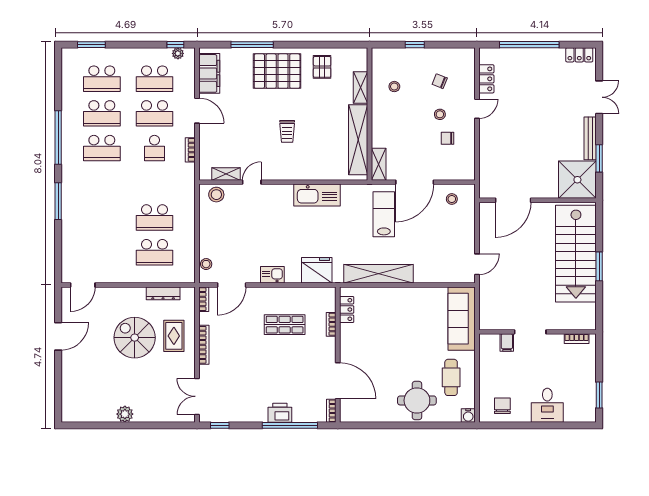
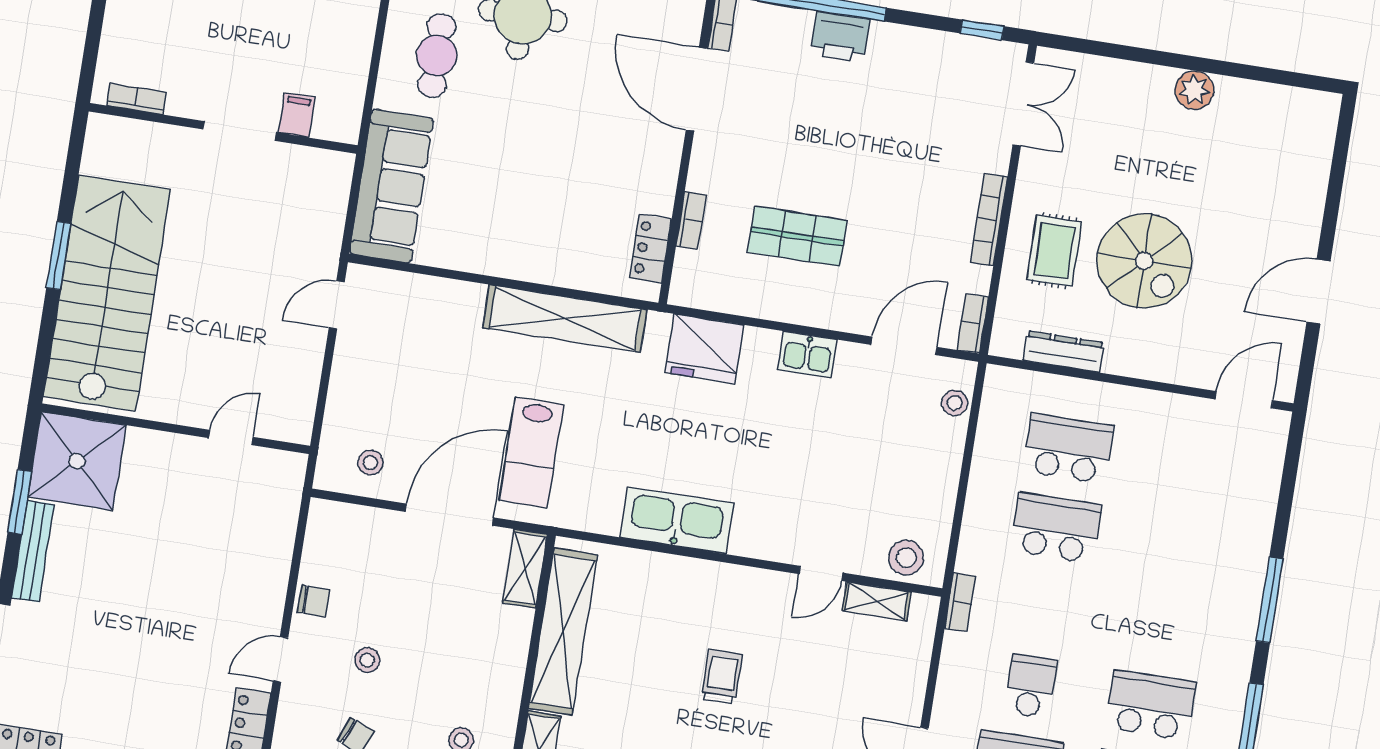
chair: (448, 138) -> (313, 601), moved
bookcase: (190, 150) -> (960, 602), moved
door: (513, 200) -> (231, 438), width x0.53

